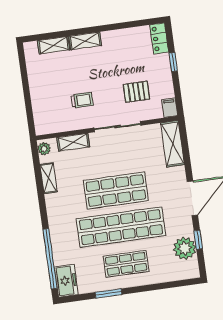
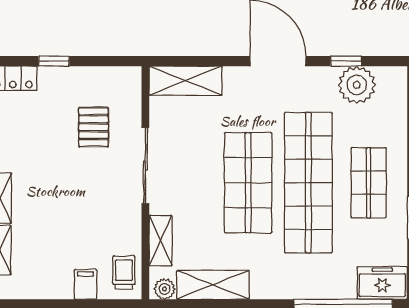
trolley: (82, 100) -> (124, 273), moved
filing cabinet: (170, 108) -> (85, 284), moved, turned 90
shelving: (49, 178) -> (213, 285), width x1.50, depth x1.33

